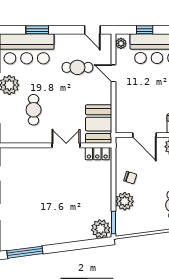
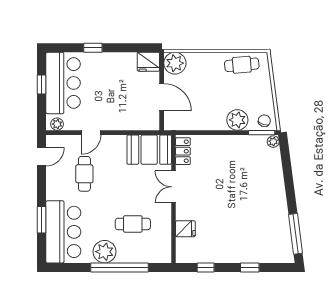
window: (145, 30) -> (42, 84), moved
door: (145, 135) -> (162, 97), hinge flipped
fridge: (29, 156) -> (185, 229), added
chair: (130, 178) -> (264, 121), moved
plant: (101, 229) -> (273, 142), width x0.53, depth x0.53

